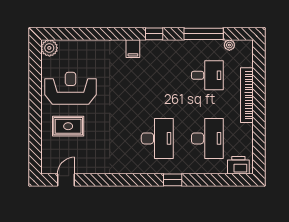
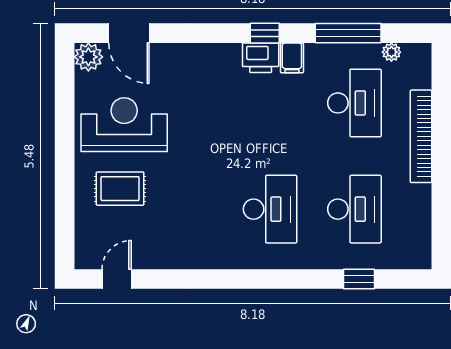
door: (73, 34) -> (129, 33), added
filing cabinet: (133, 49) -> (292, 58), moved
desk: (207, 75) -> (354, 103), width x1.37
printer: (238, 165) -> (261, 58), moved, turned 180
window: (173, 180) -> (359, 279), moved

